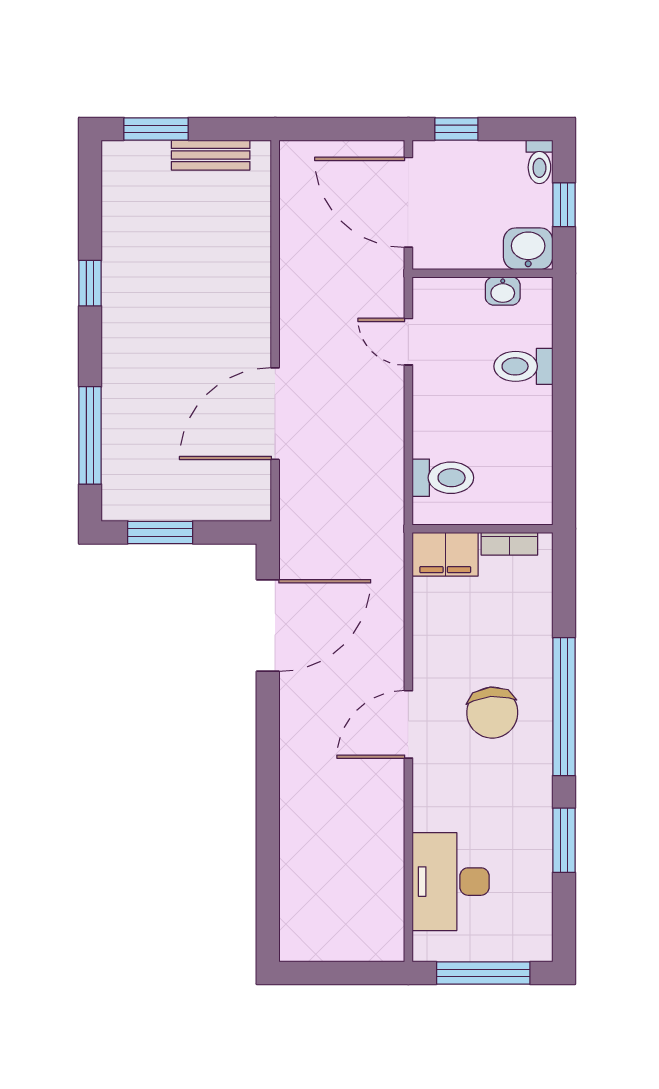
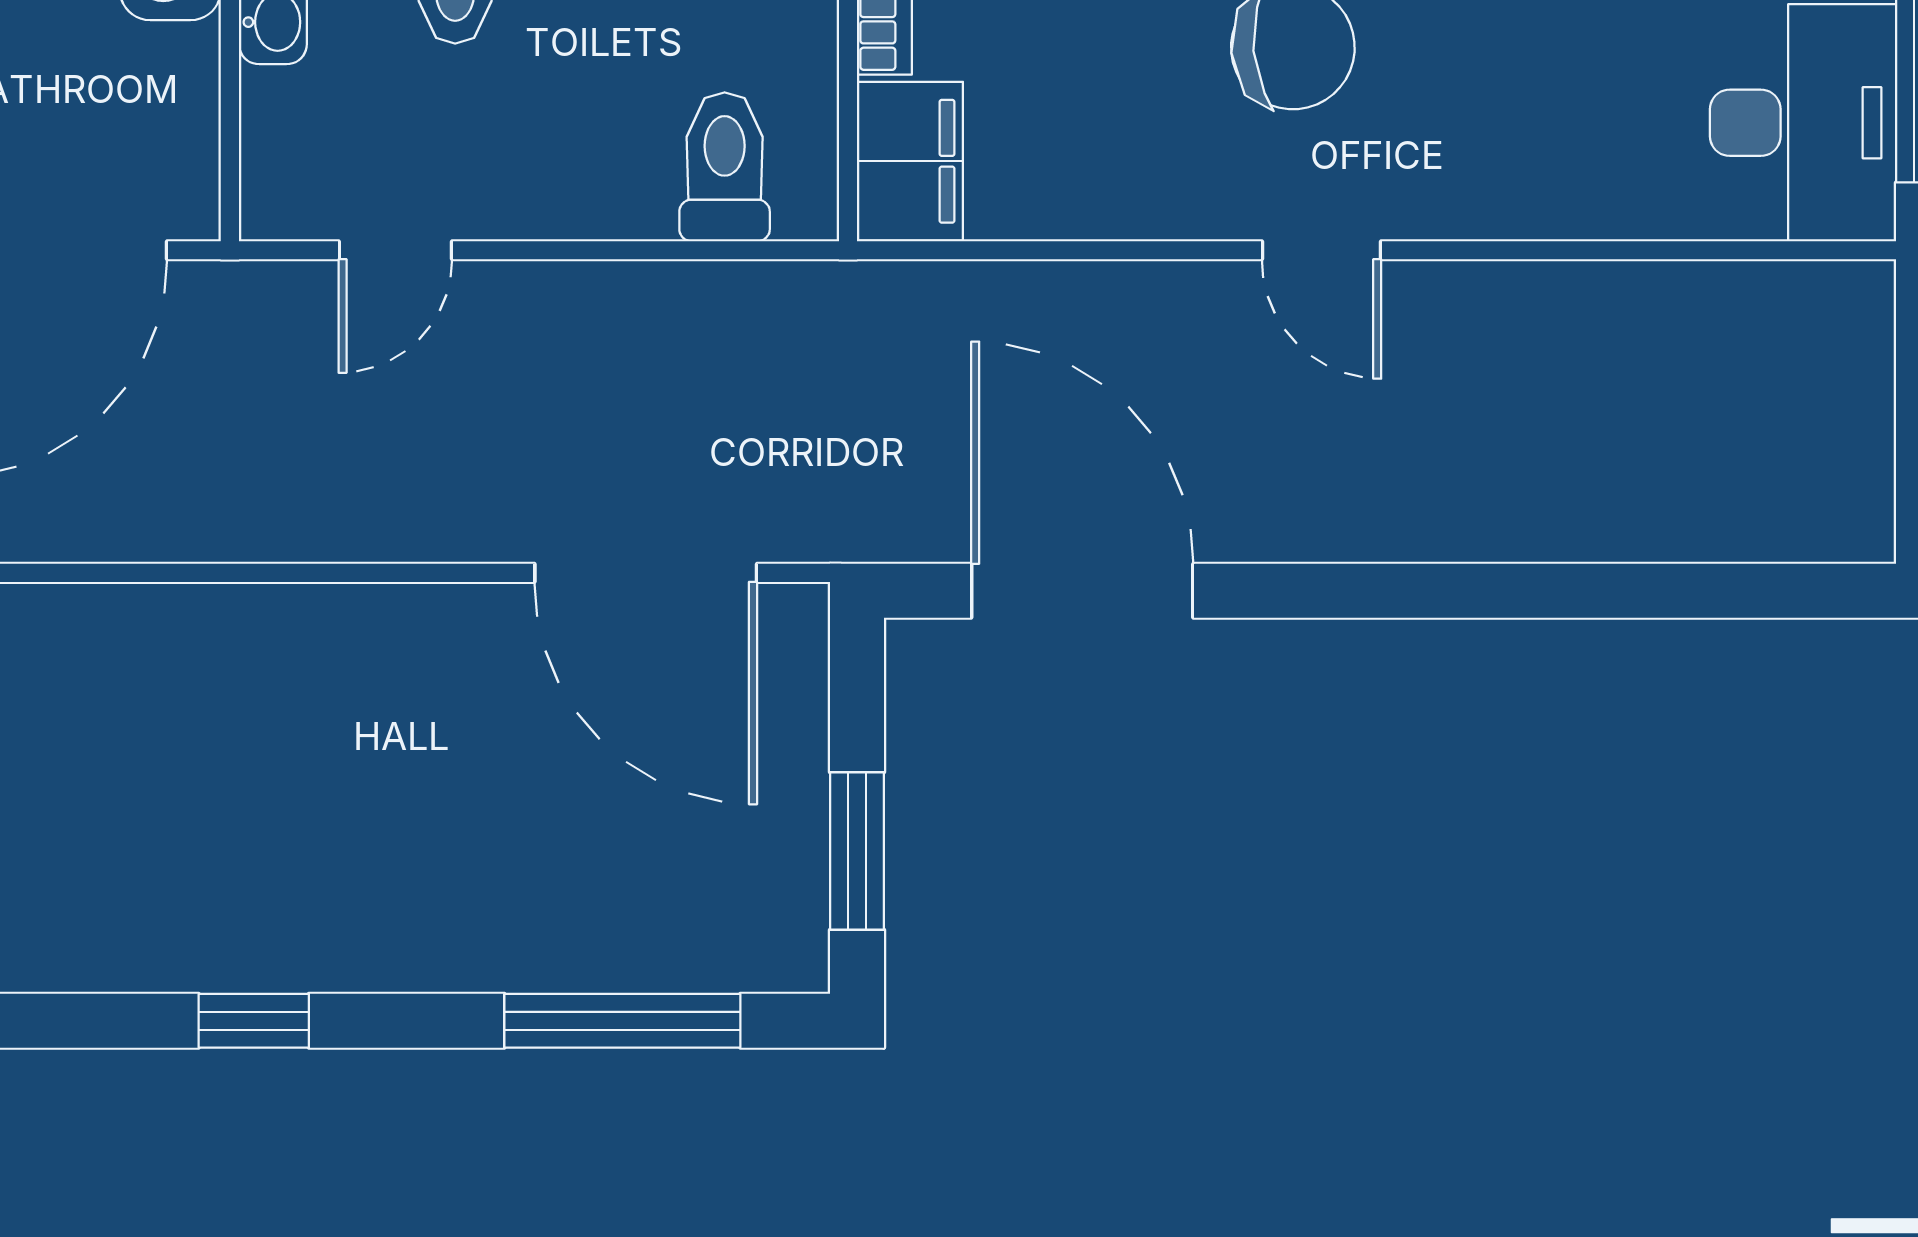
door: (275, 414) -> (646, 573), moved
door: (408, 724) -> (1322, 250), width x0.73
desk: (451, 882) -> (1803, 123), moved, turned -90

